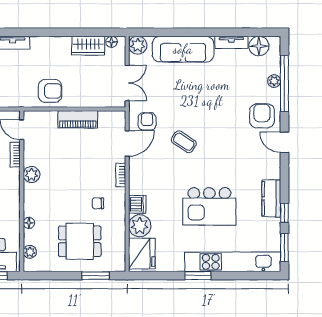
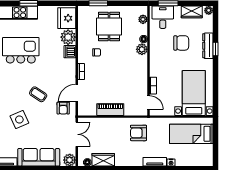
double door: (127, 83) -> (77, 134), swing flipped
armchair: (50, 91) -> (138, 133), moved
side table: (211, 105) -> (19, 120), added
plant: (31, 175) -> (142, 49), moved
dining table: (80, 241) -> (109, 27), turned 90

